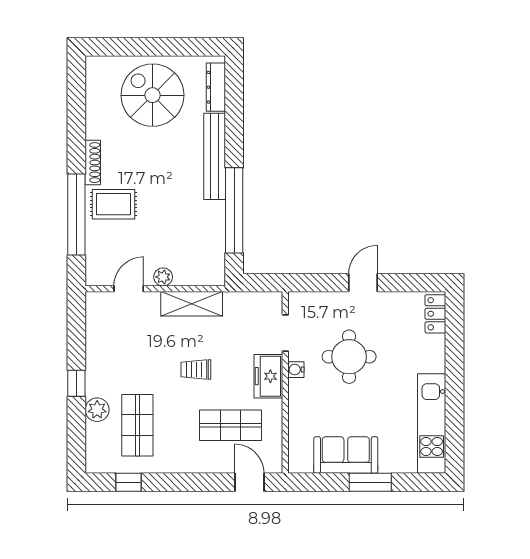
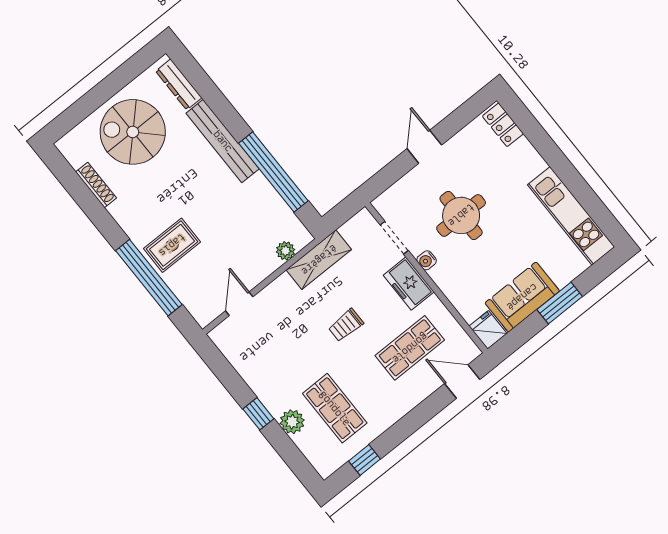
shoe rack: (93, 163) -> (96, 185), moved
plant: (163, 277) -> (286, 251), moved
shelving: (192, 304) -> (319, 260), moved
fridge: (300, 459) -> (488, 330), added

